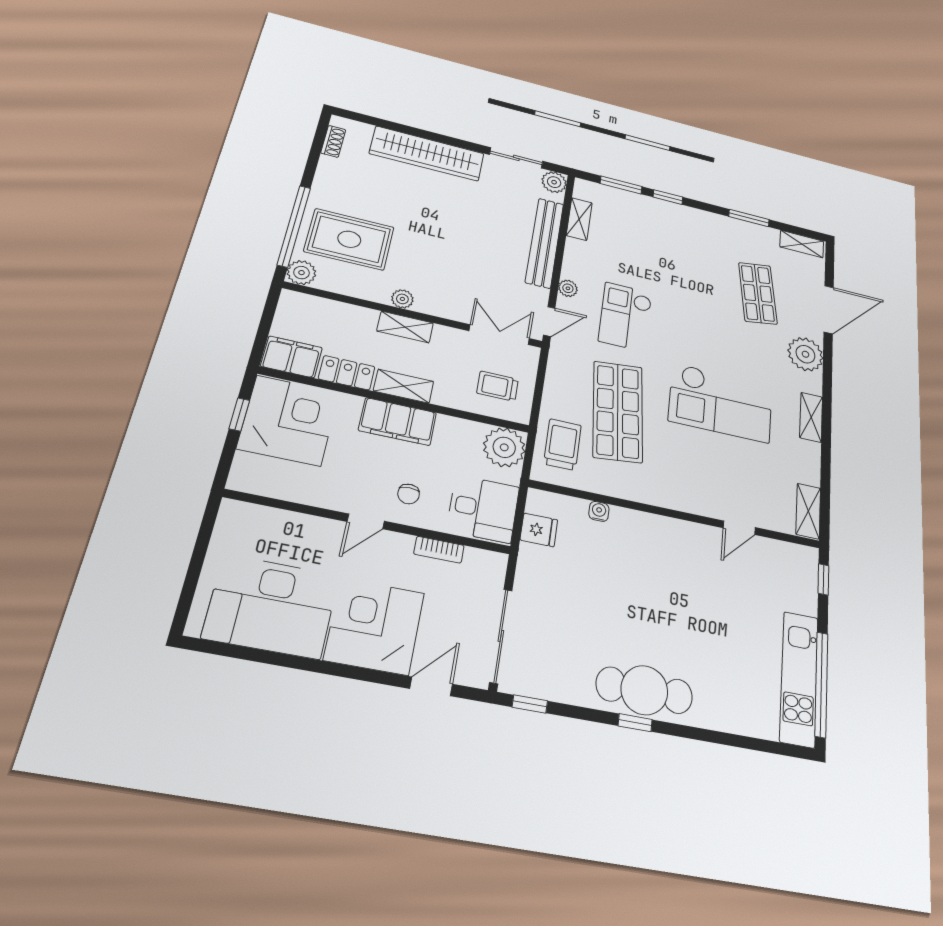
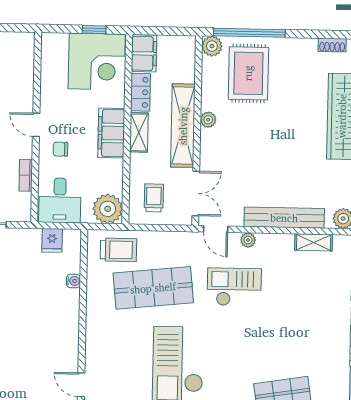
shelving: (405, 327) -> (183, 126), width x2.20, depth x1.33

